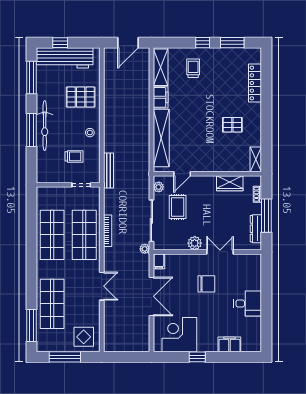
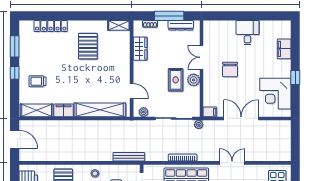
pallet: (232, 125) -> (88, 46), width x1.50, depth x1.42
rug: (178, 207) -> (176, 80), moved, turned 90
chair: (206, 284) -> (230, 69), turned 180

